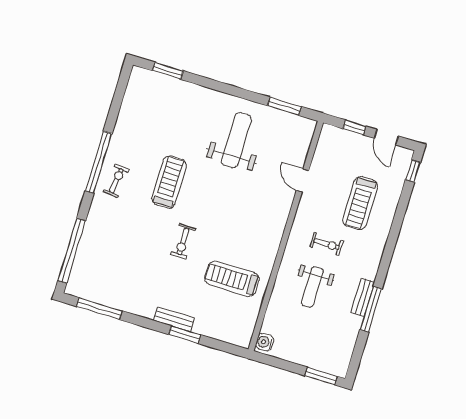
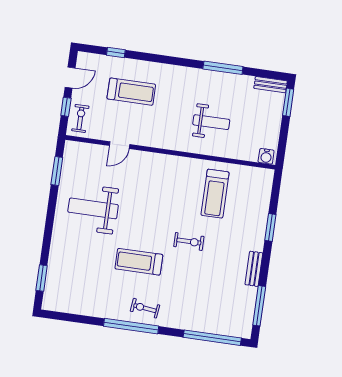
window: (413, 171) -> (116, 53), moved
exercise bike: (327, 244) -> (80, 118), moved
bench: (363, 297) -> (271, 85), moved
bench: (174, 319) -> (254, 269), moved

